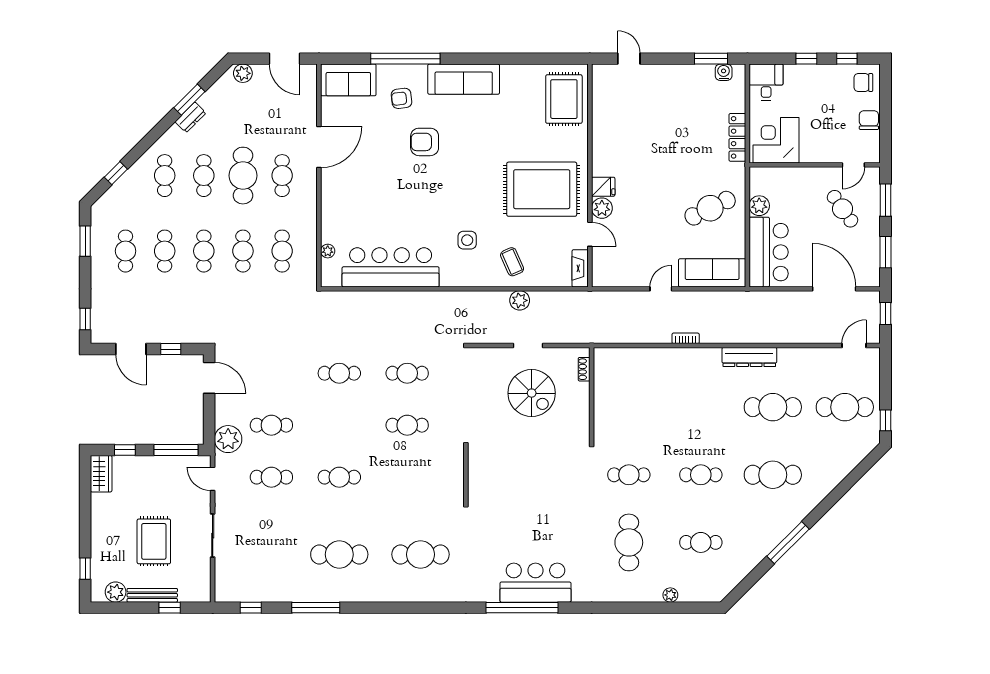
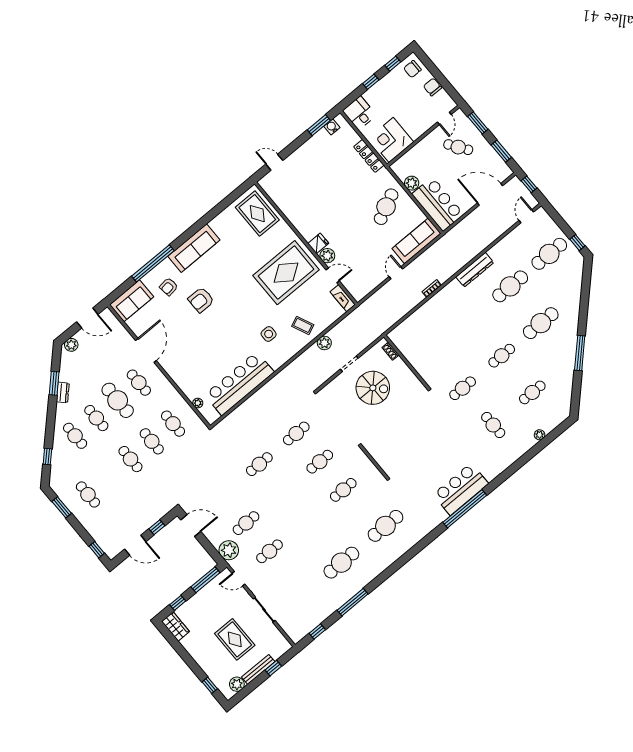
cafe table: (165, 251) -> (109, 477), removed
cafe table: (339, 477) -> (343, 490), moved
cafe table: (629, 542) -> (493, 425), width x0.73, depth x0.74

